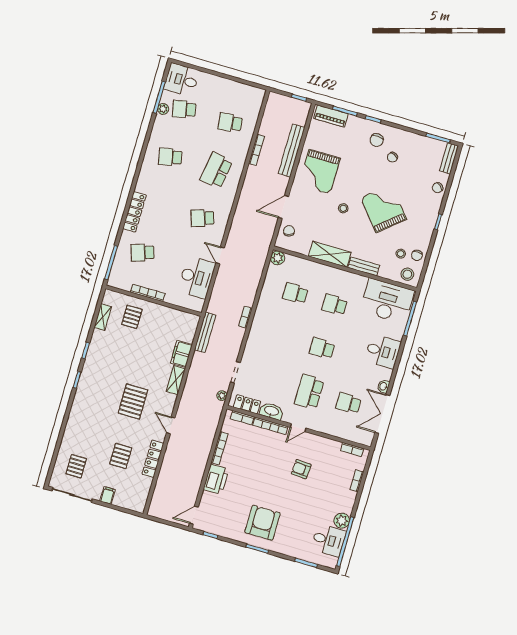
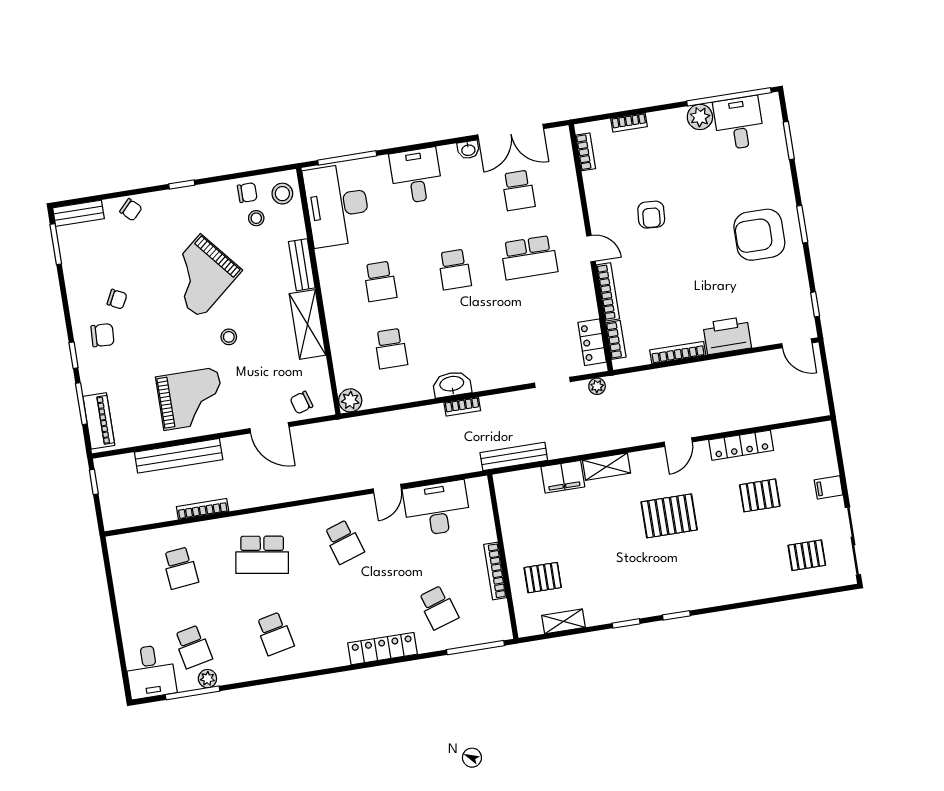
washbasin: (271, 411) -> (452, 384), moved, turned 90

